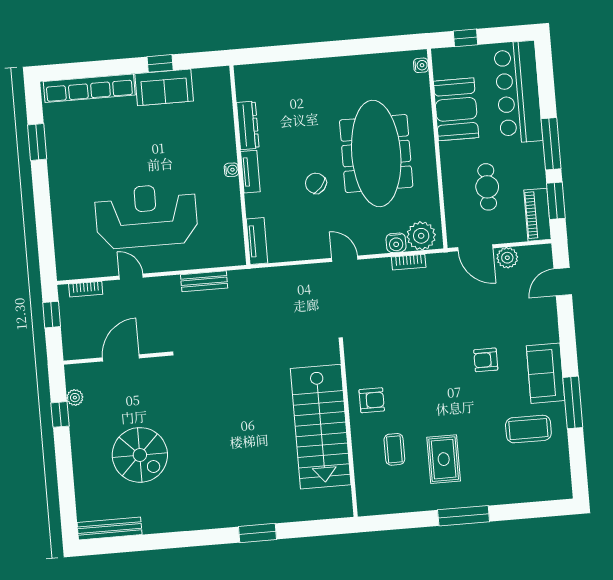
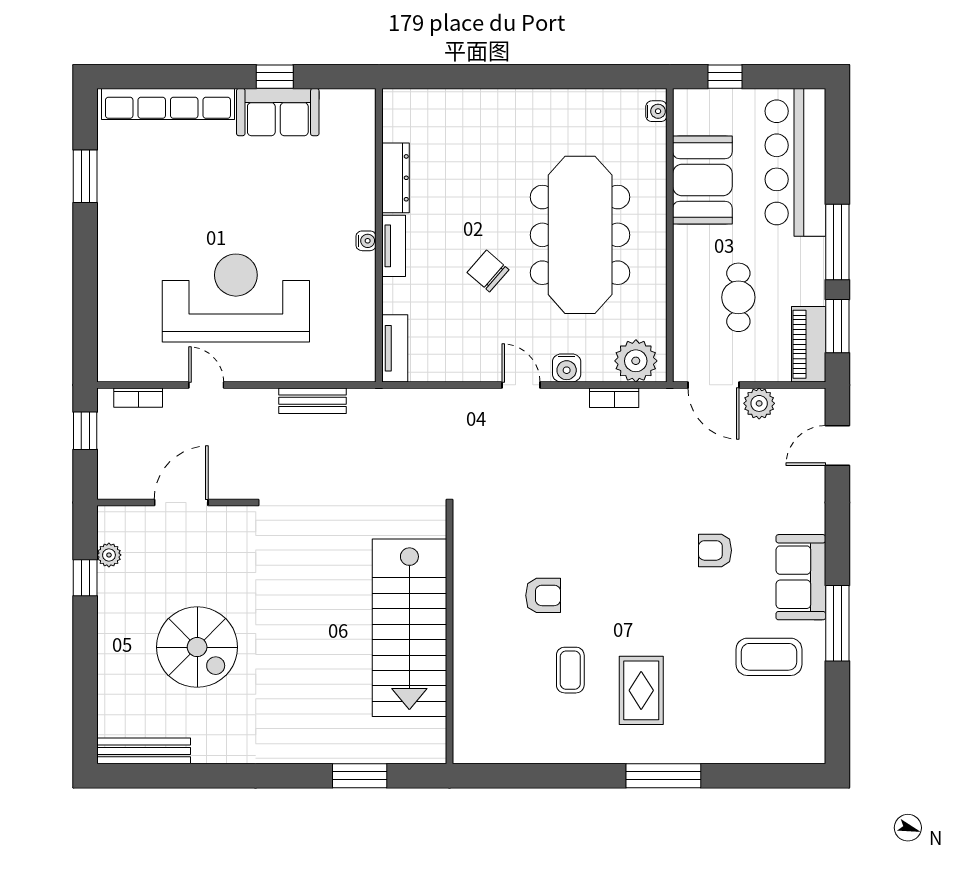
water cooler: (396, 243) -> (567, 368), moved
stairs: (321, 427) -> (409, 628), moved
wall: (348, 429) -> (449, 635), moved

